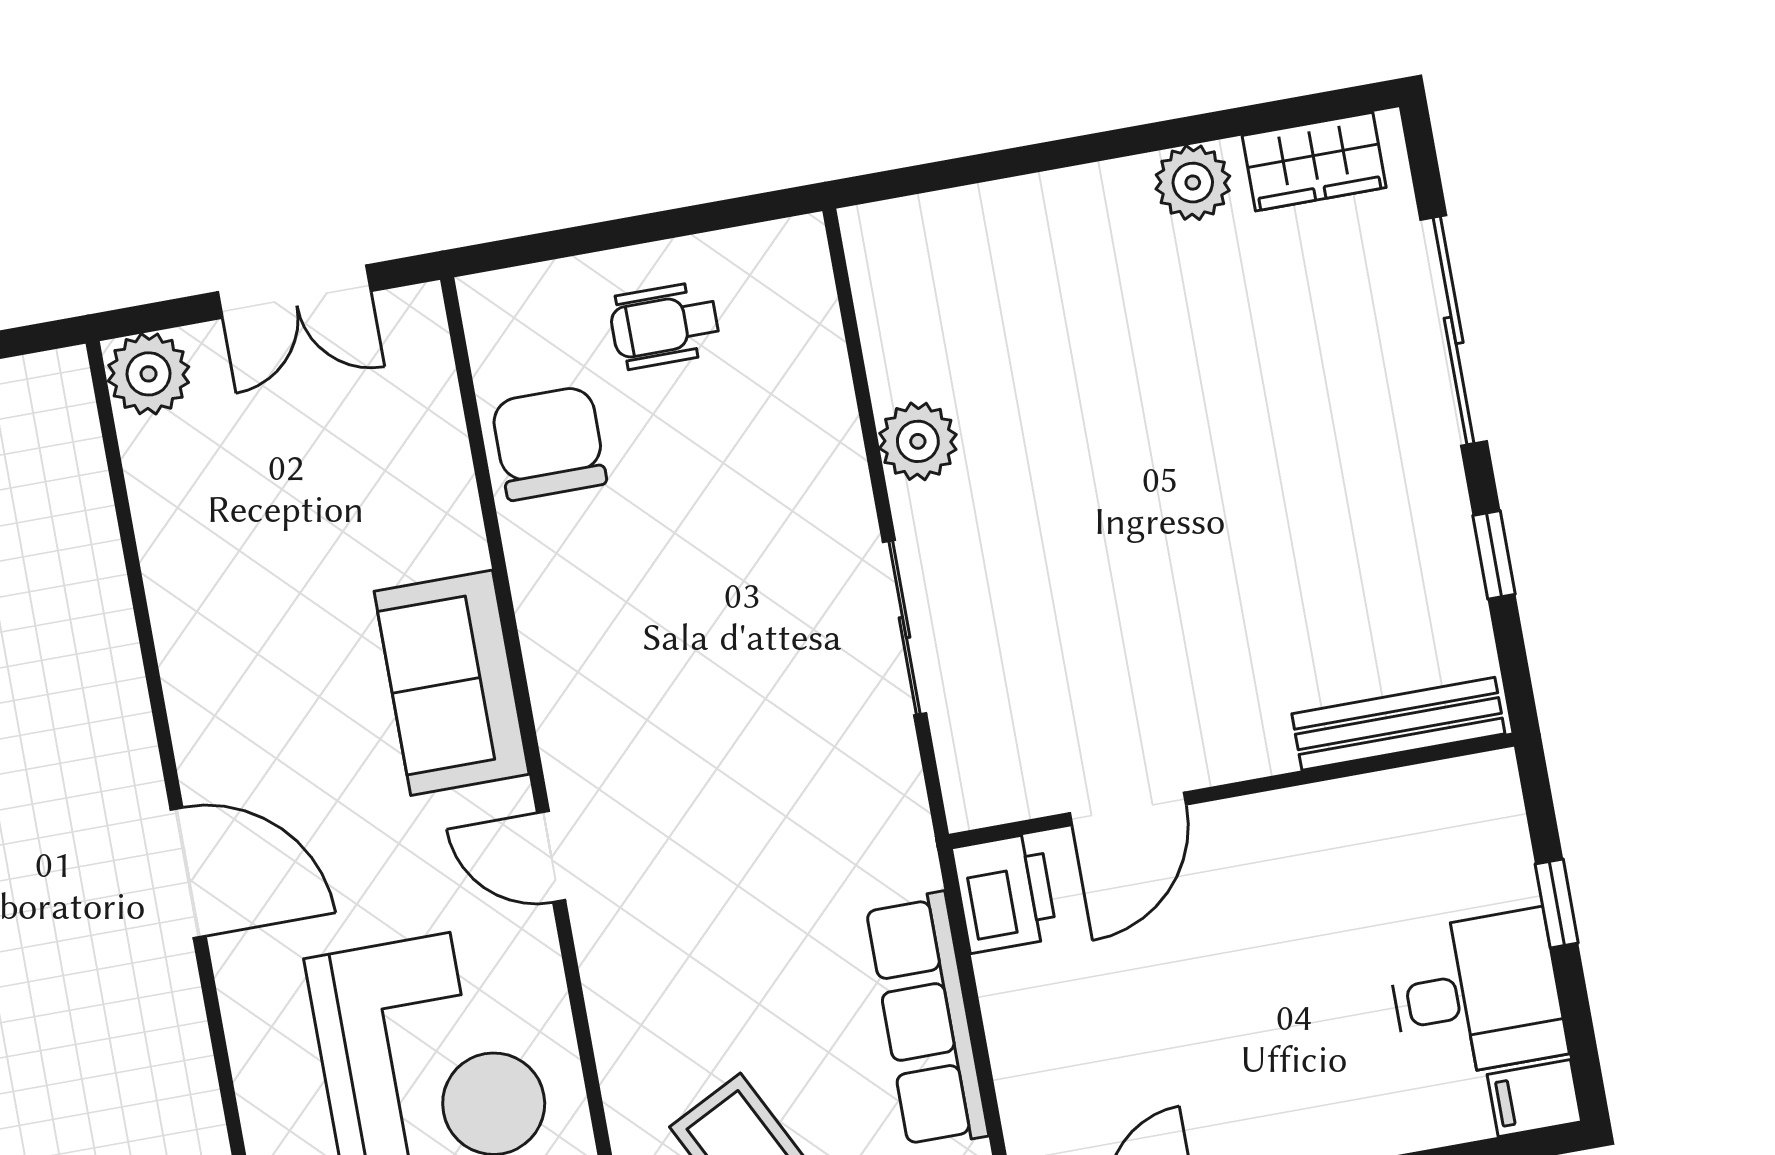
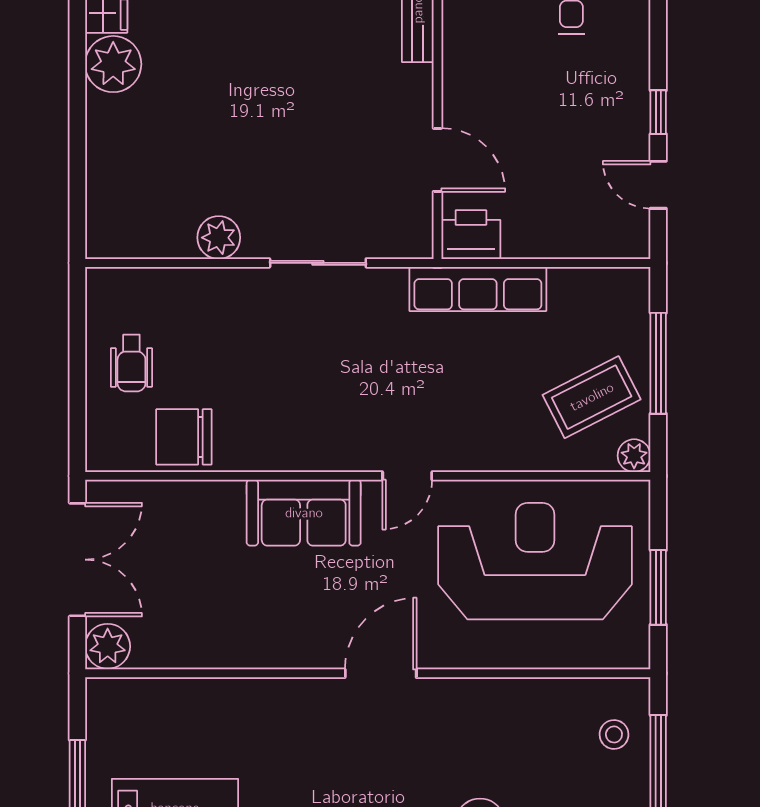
plant: (1193, 183) -> (113, 64), width x1.36, depth x1.36
double door: (294, 292) -> (77, 560), width x1.37
row of seats: (927, 1020) -> (478, 289), moved

